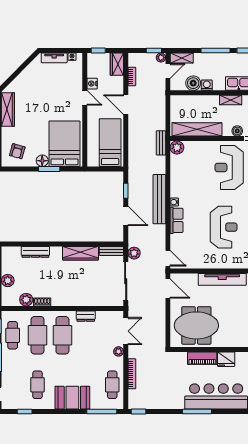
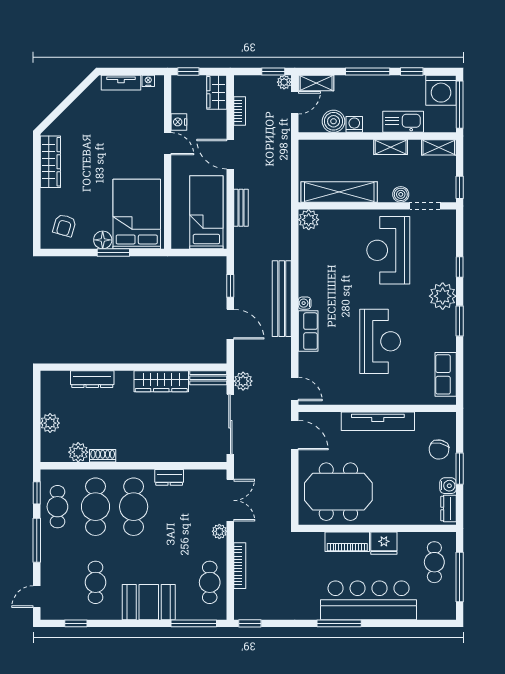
bench: (161, 143) -> (241, 208), moved

